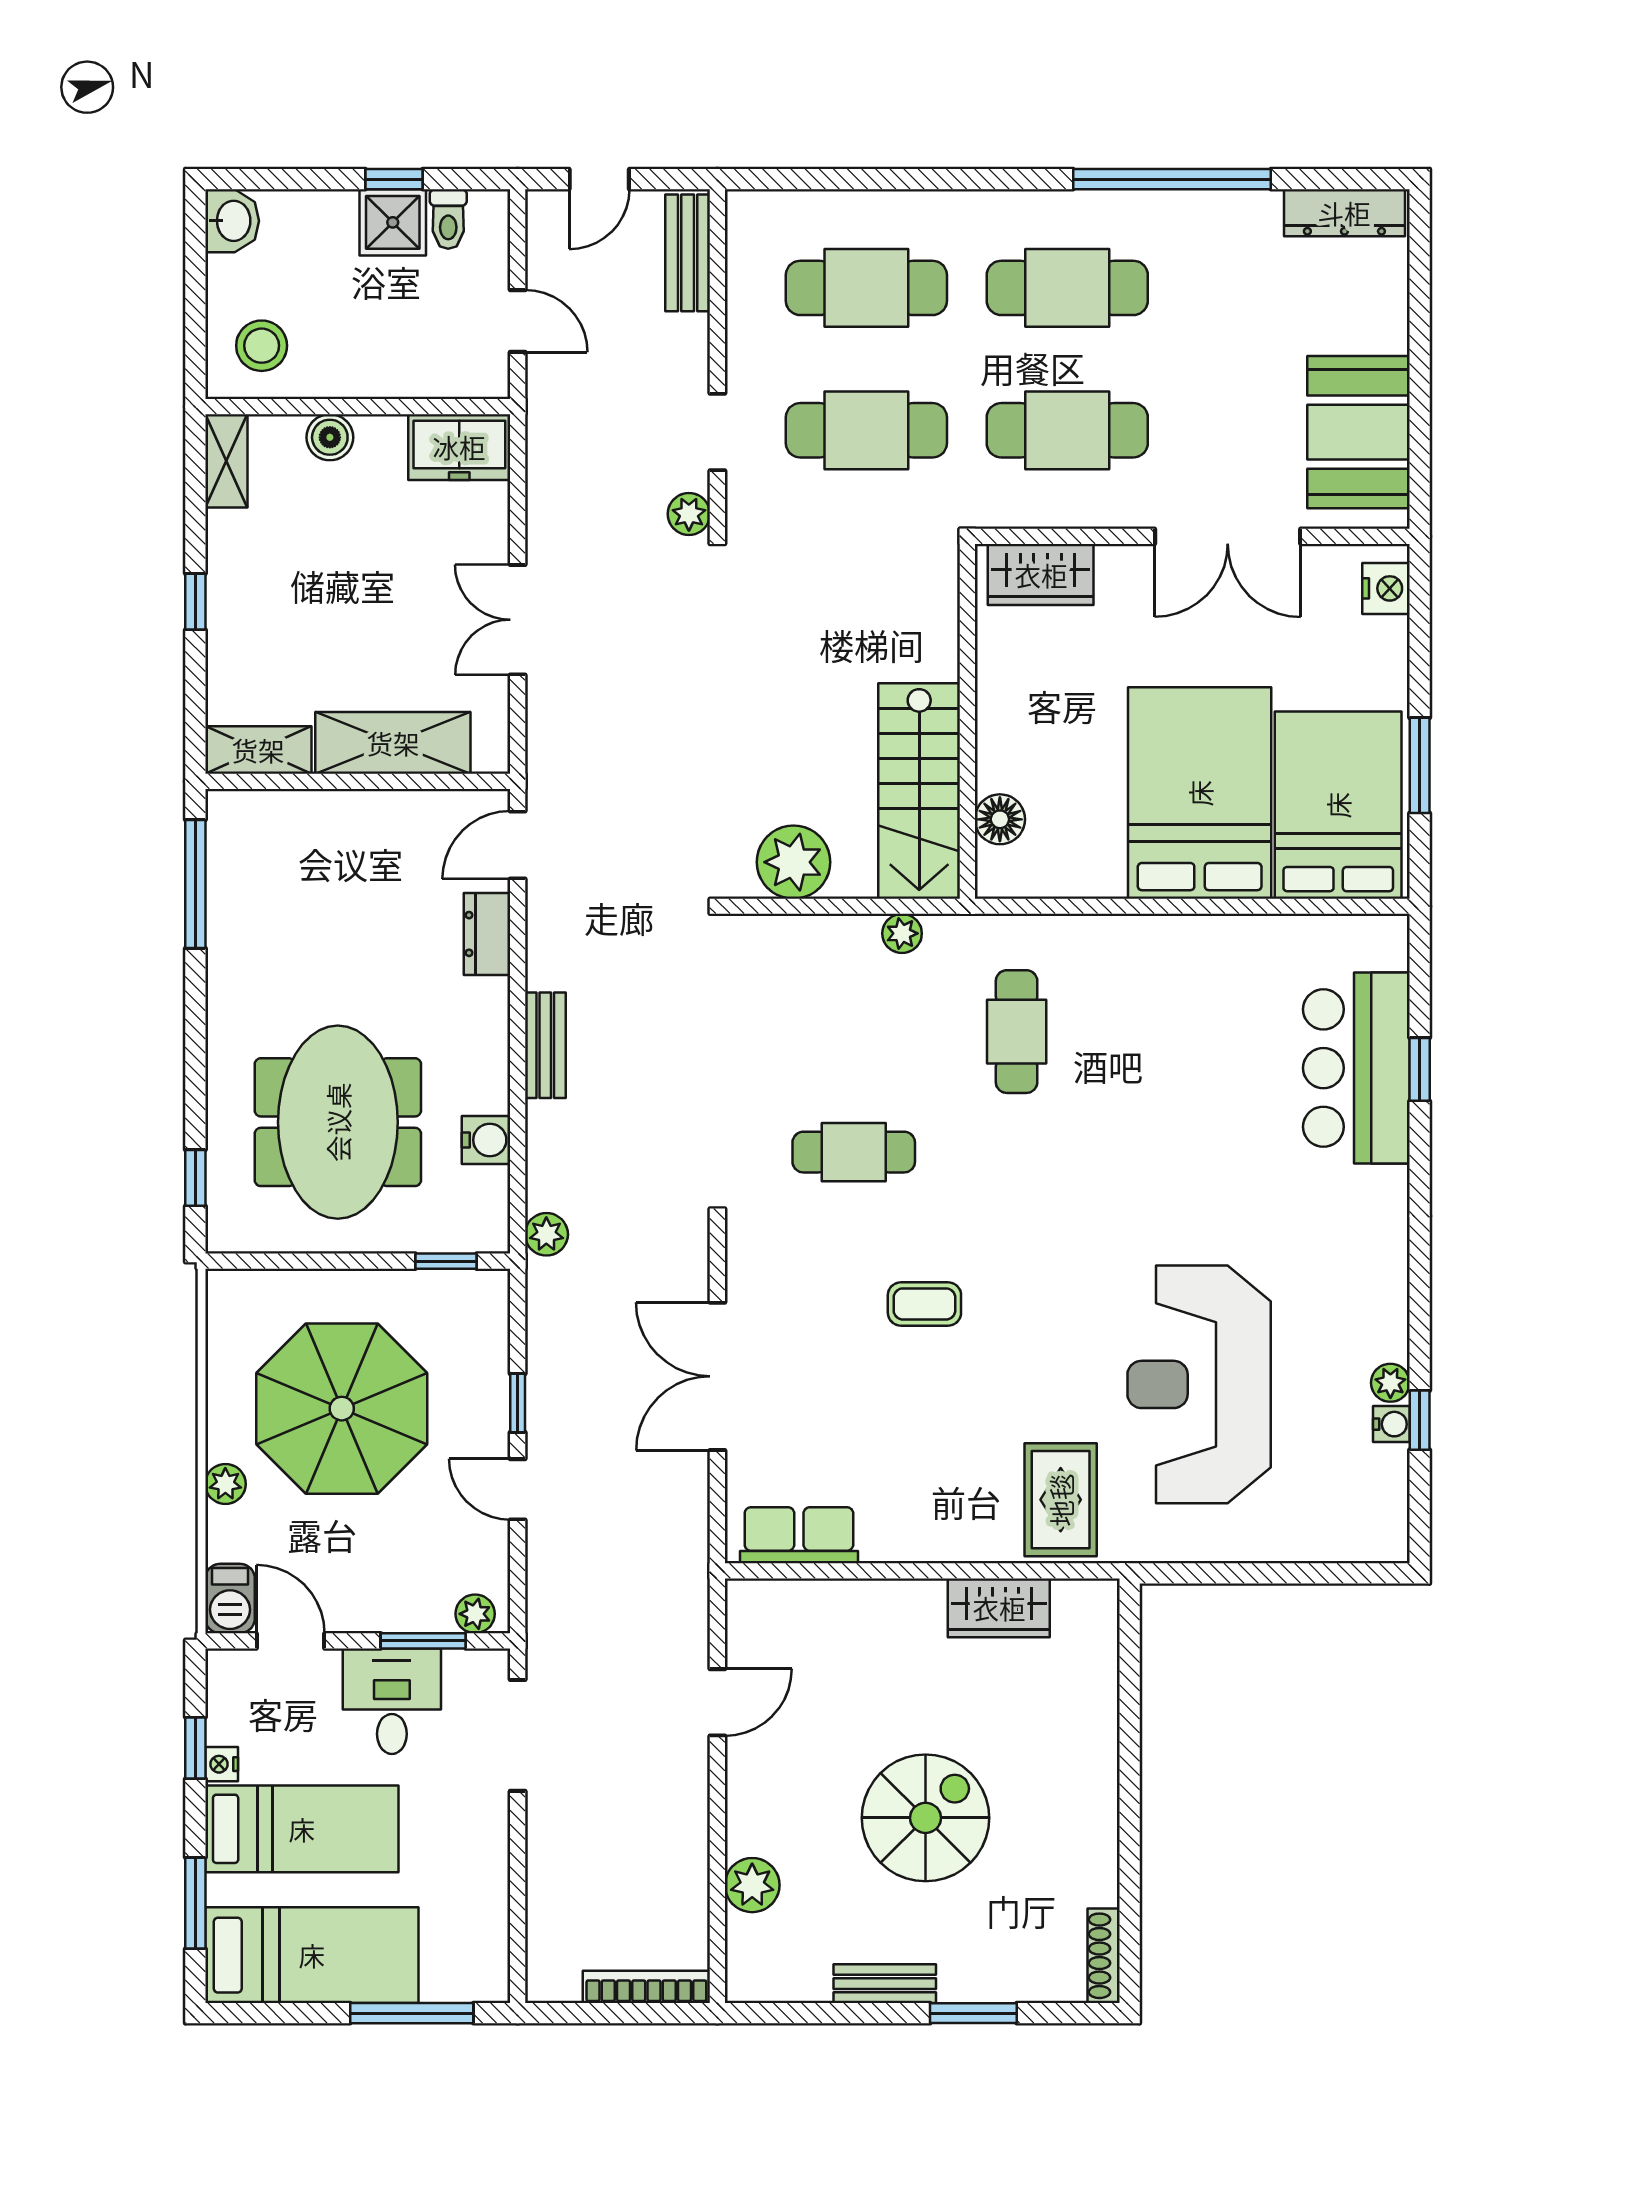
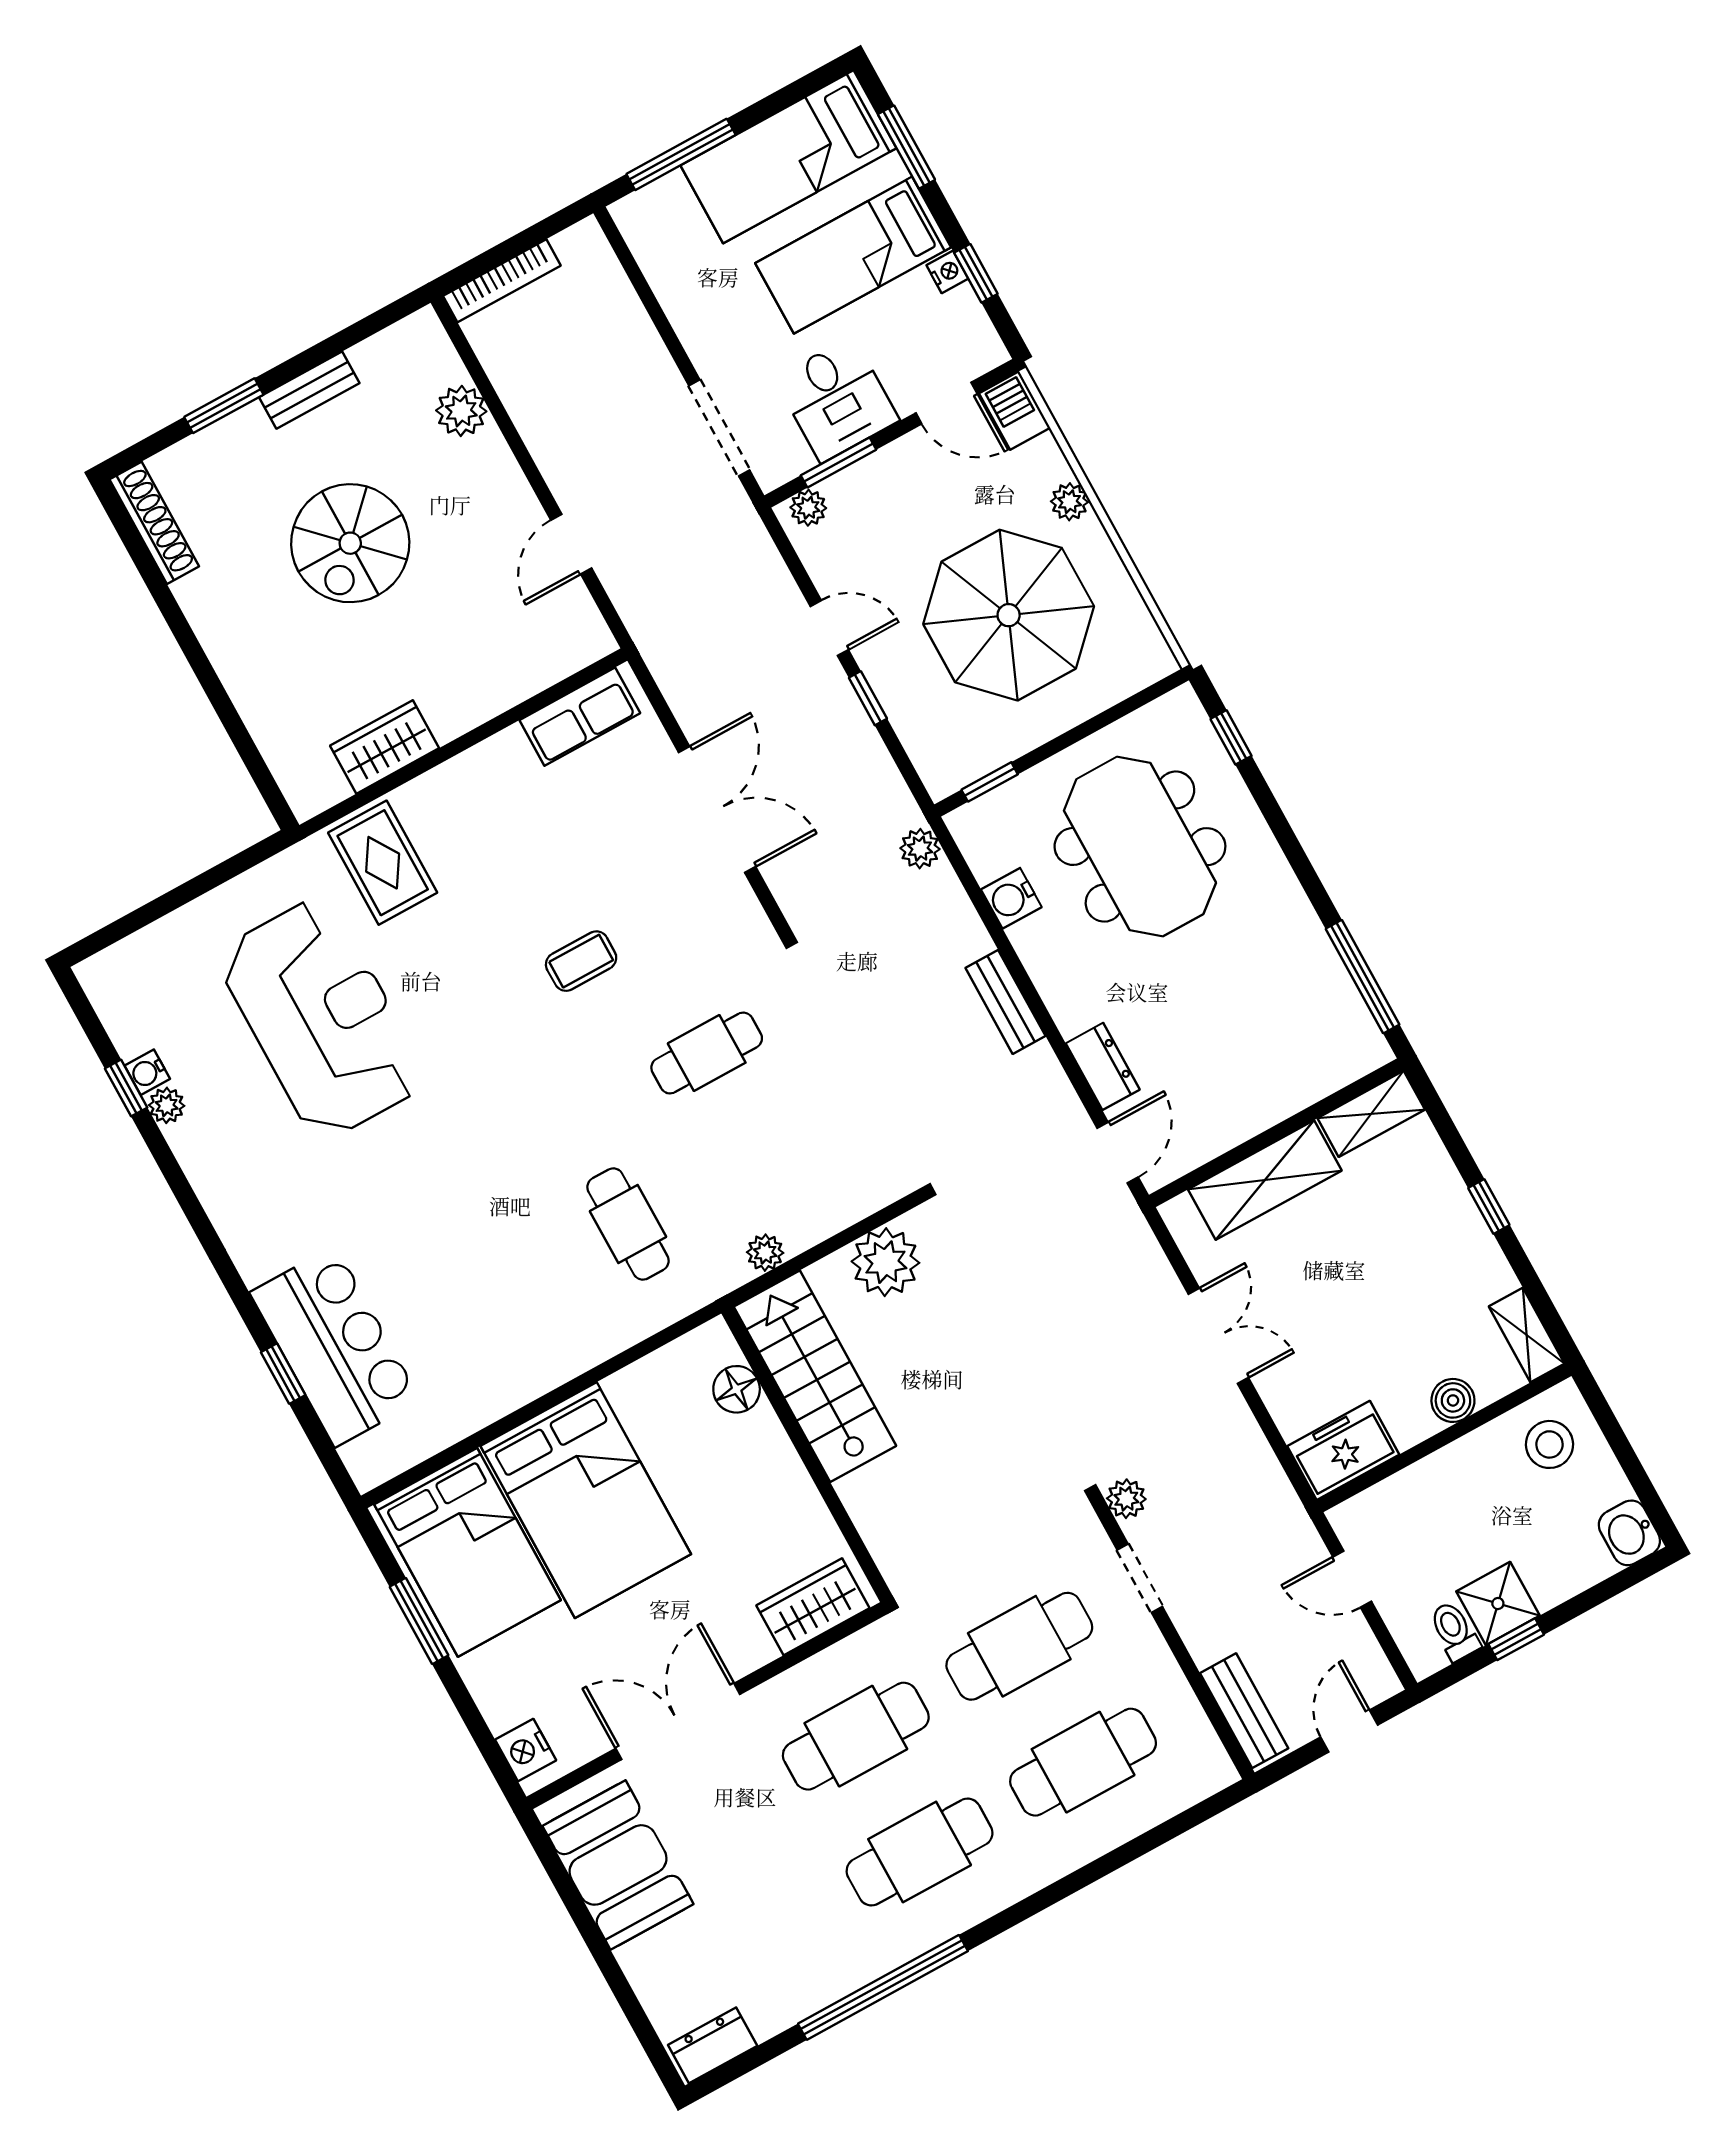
dresser: (1344, 213) -> (713, 2045), width x0.70
shoe rack: (1104, 1956) -> (154, 523), width x1.36, depth x1.24

